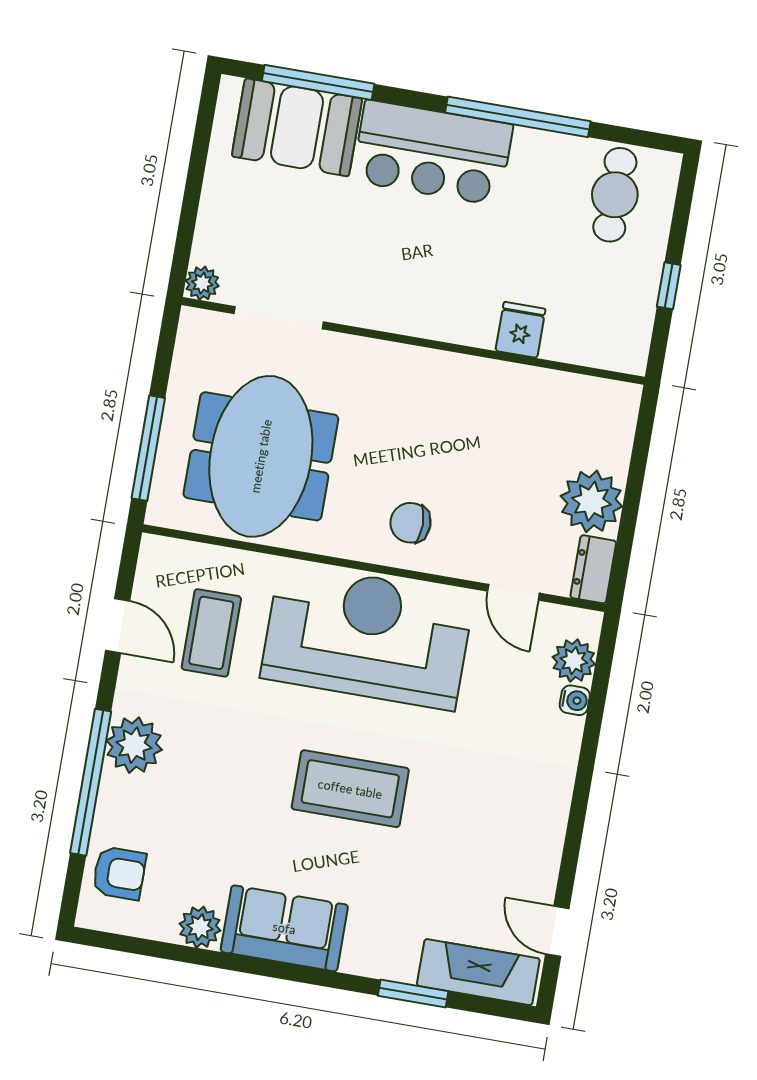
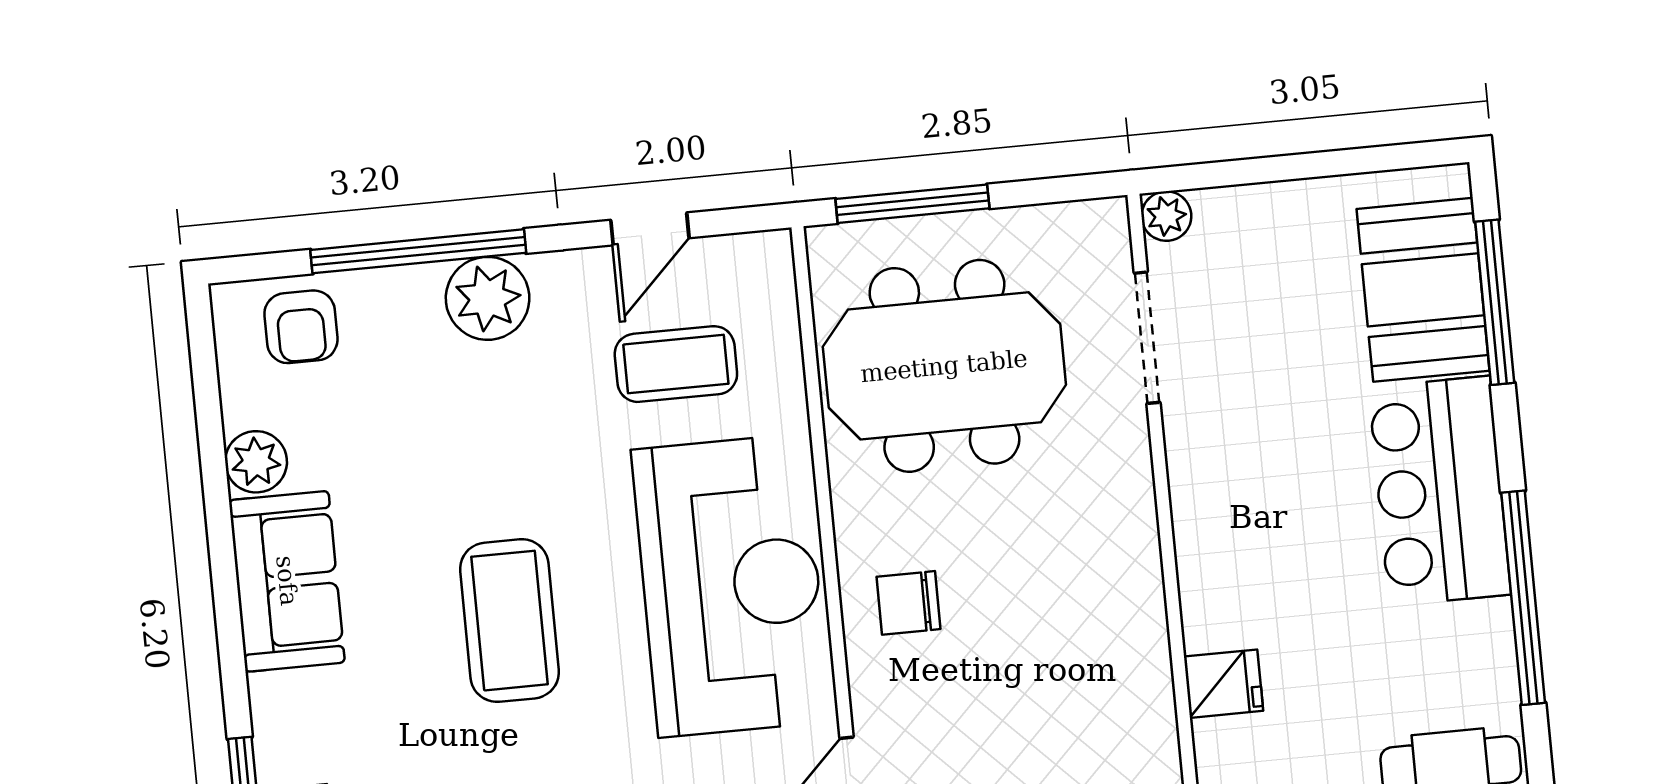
chair: (411, 523) -> (908, 603), turned -90

